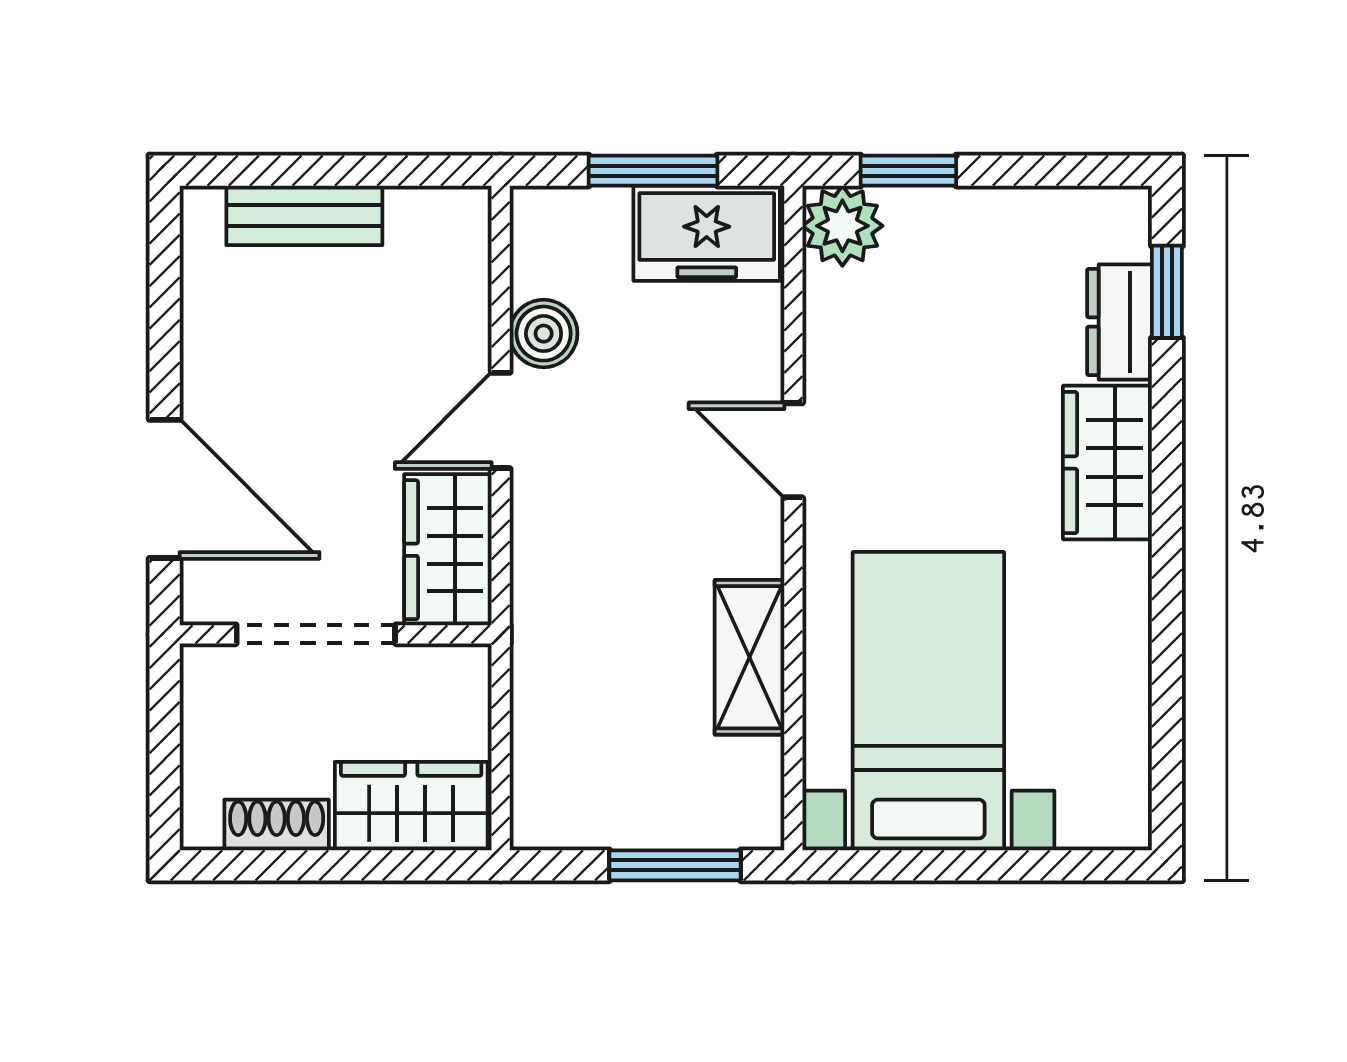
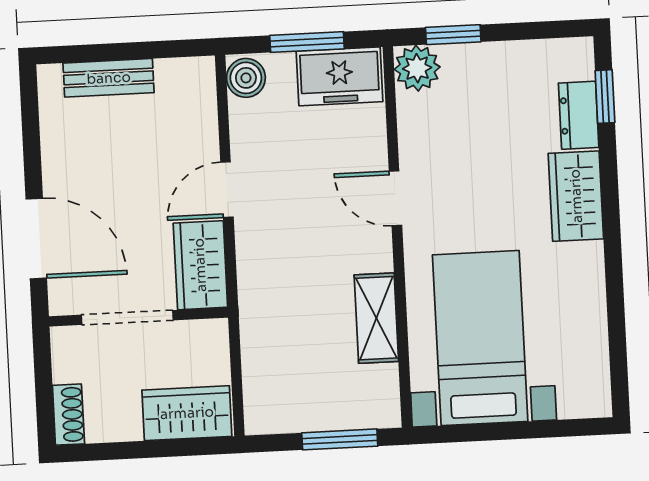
boiler: (544, 334) -> (246, 78), moved
shoe rack: (277, 825) -> (68, 415), moved, turned 90

